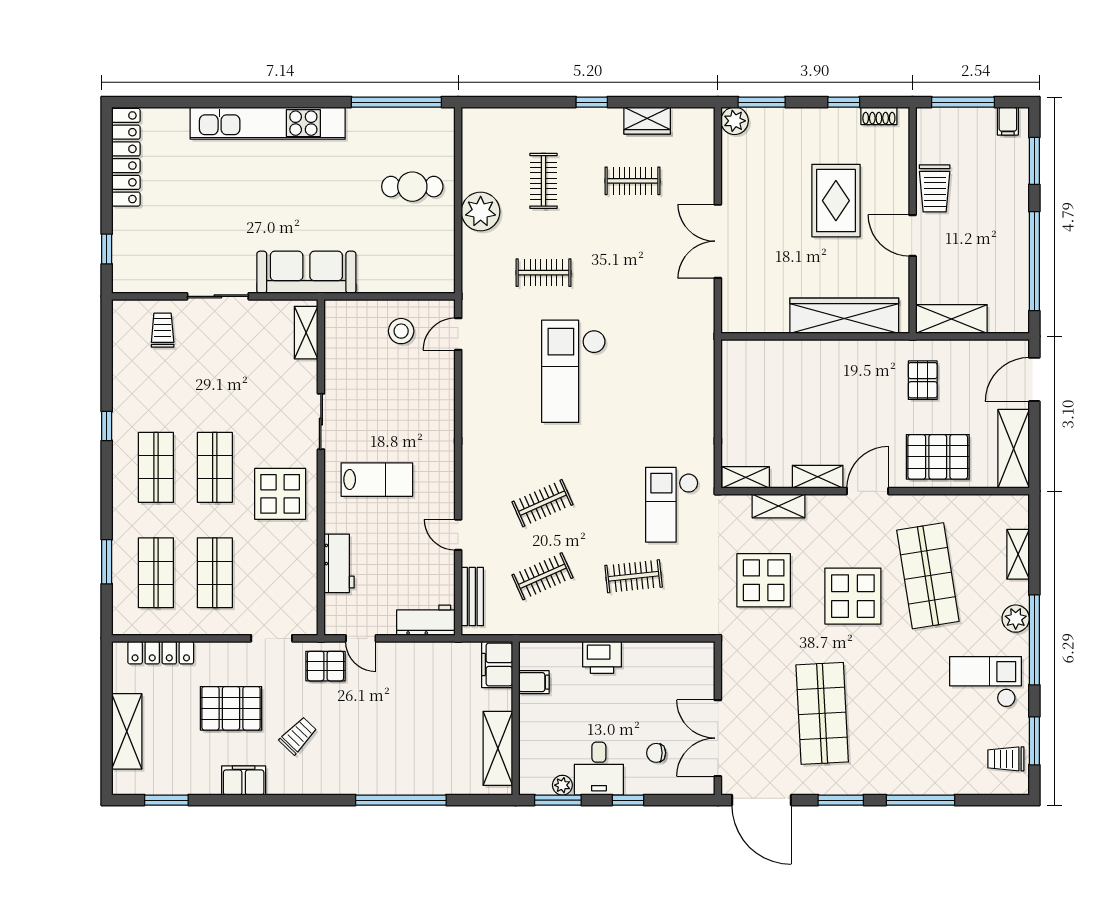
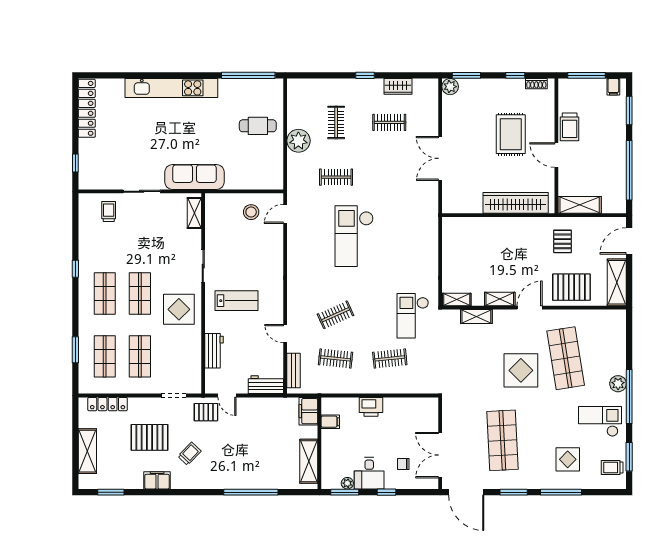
shelving: (1018, 554) -> (619, 345), removed
clothes rail: (542, 576) -> (335, 358), turned 30
display table: (764, 580) -> (568, 459), moved, width x0.73, depth x0.73

